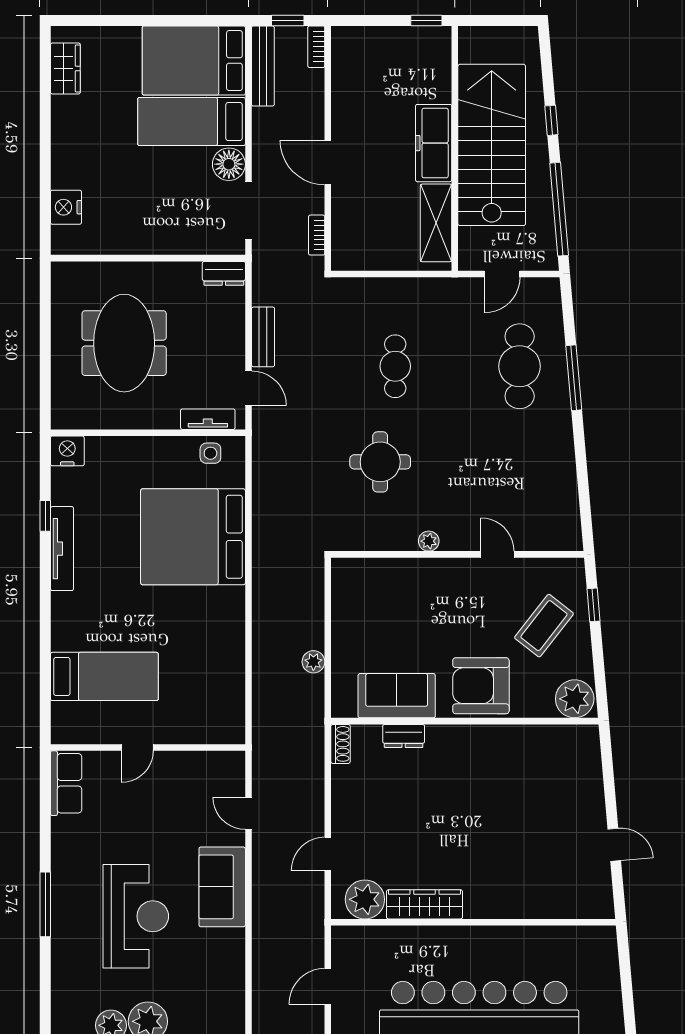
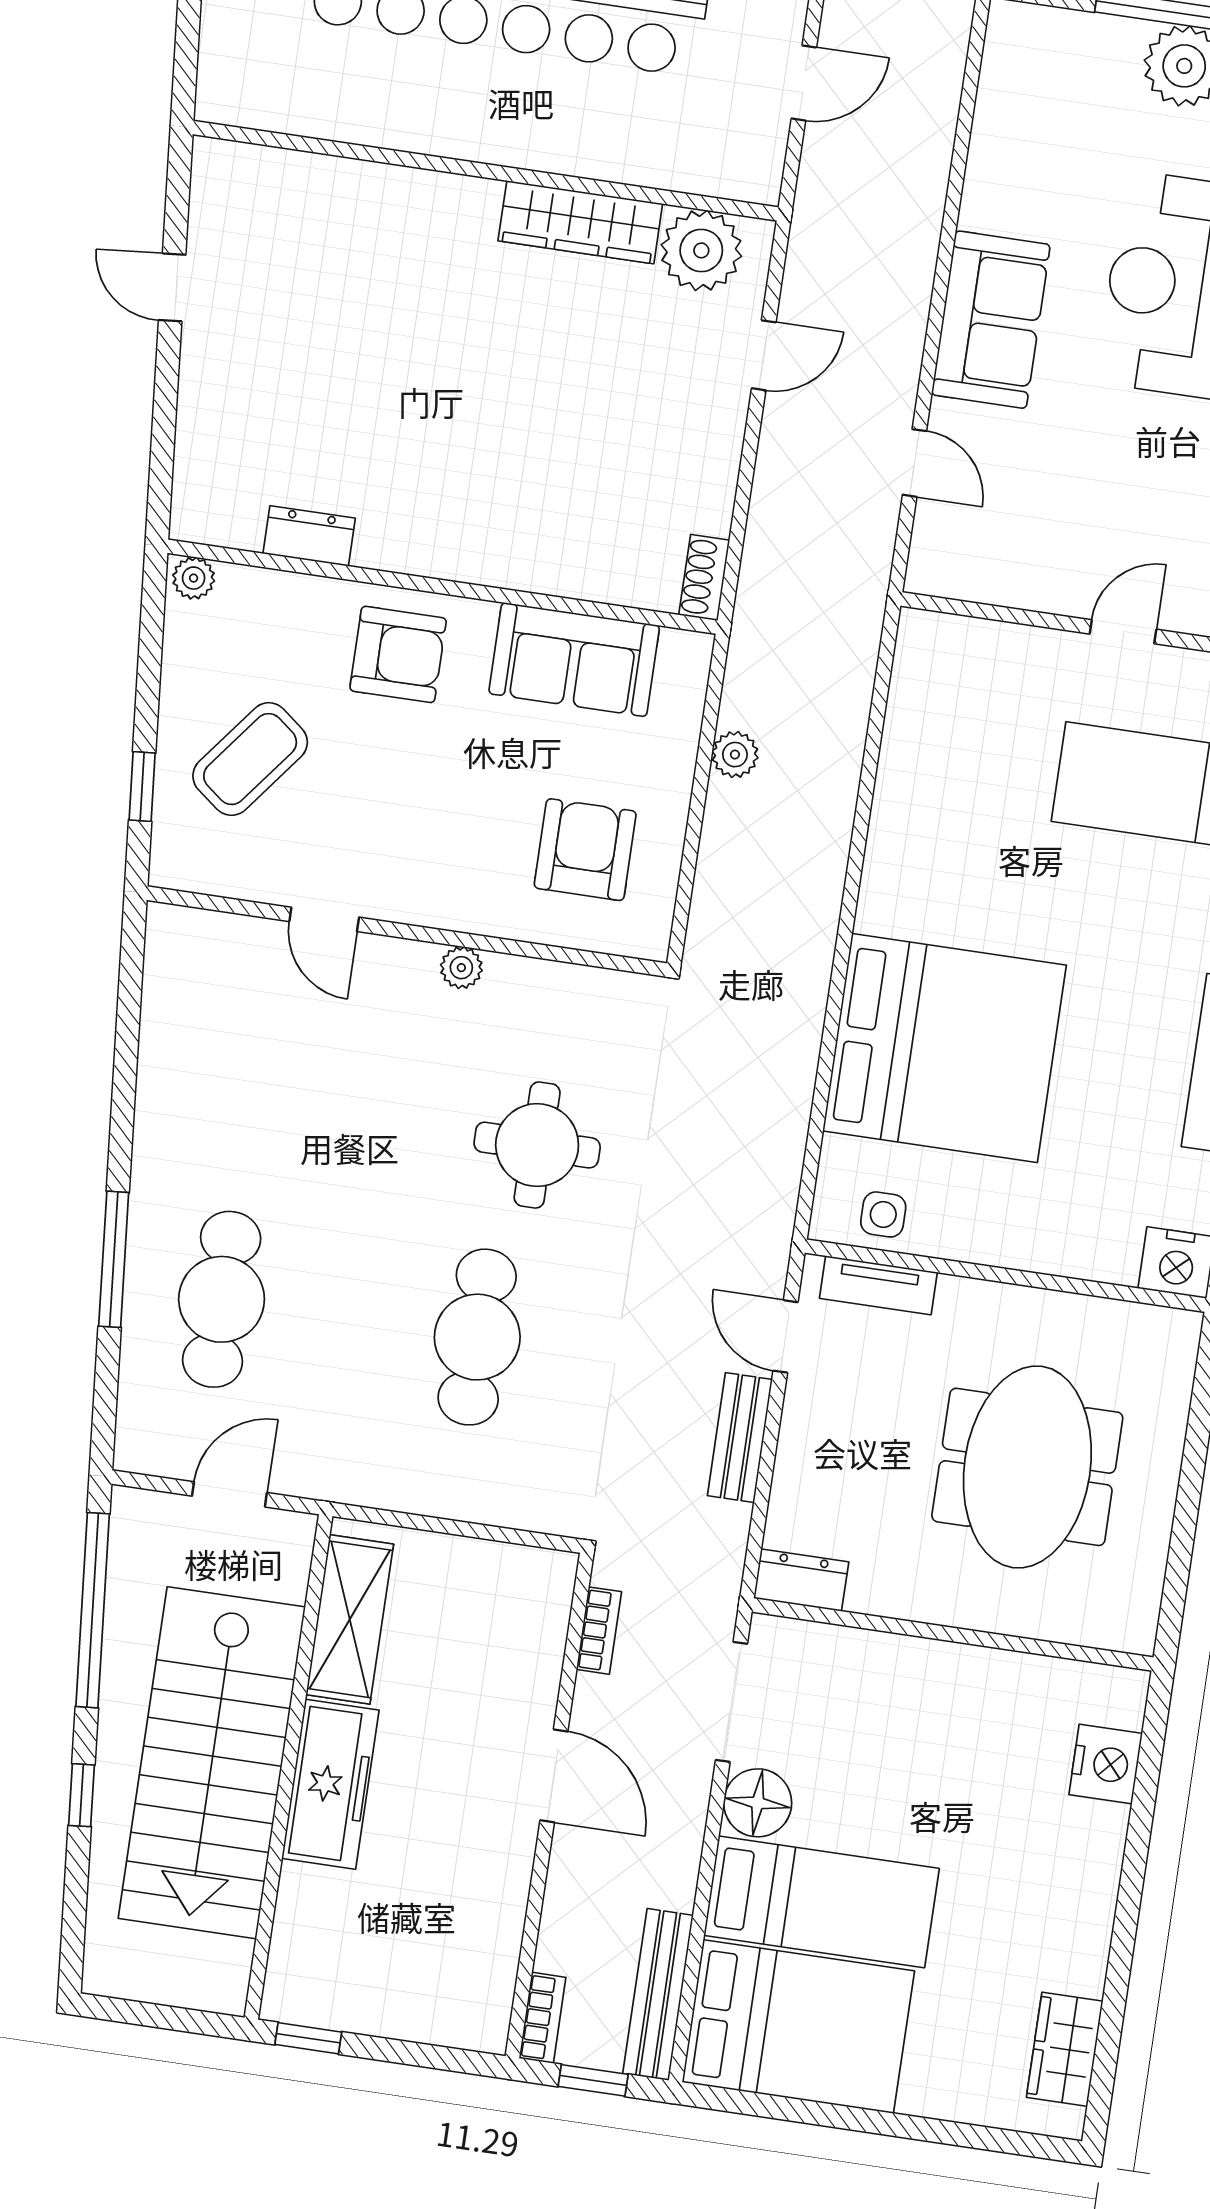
cafe table: (395, 366) -> (477, 1337), width x1.37, depth x1.35
armchair: (378, 606) -> (585, 850), added
armchair: (481, 686) -> (398, 654), width x0.73, depth x0.73
plant: (575, 699) -> (194, 578), width x0.53, depth x0.53
dresser: (404, 736) -> (309, 536), moved

